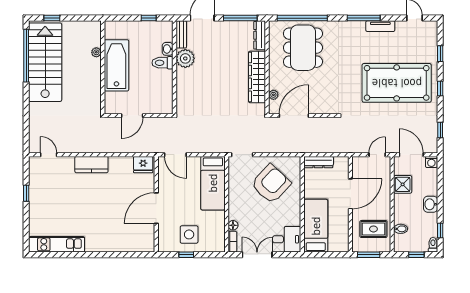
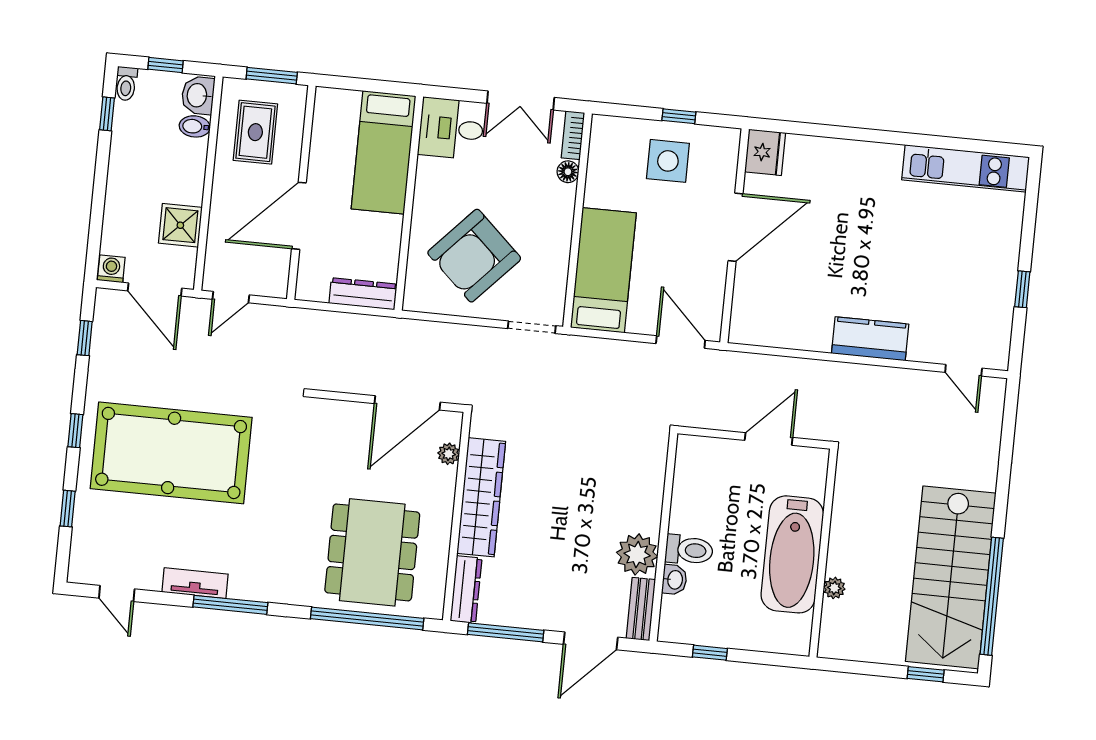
fridge: (143, 165) -> (765, 152), moved, turned 90
washbasin: (431, 204) -> (198, 95), moved, turned 180
rug: (373, 229) -> (255, 132), turned 90

